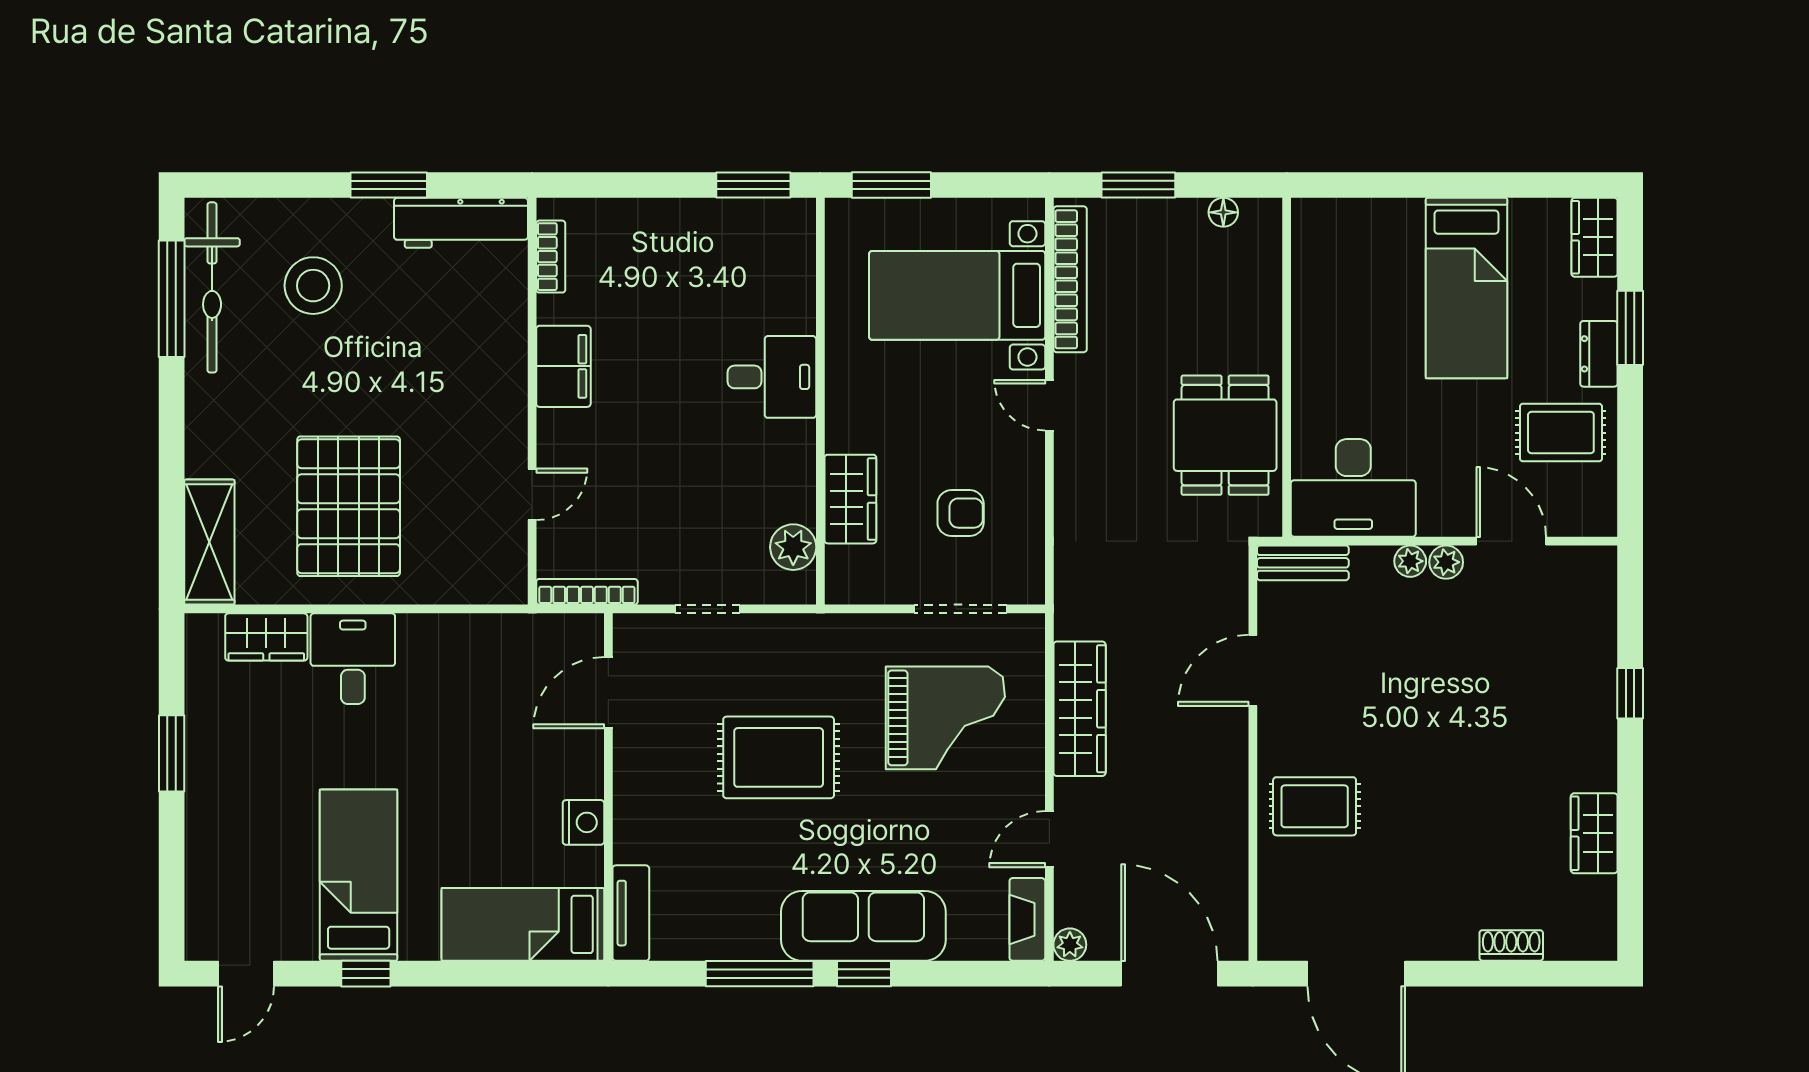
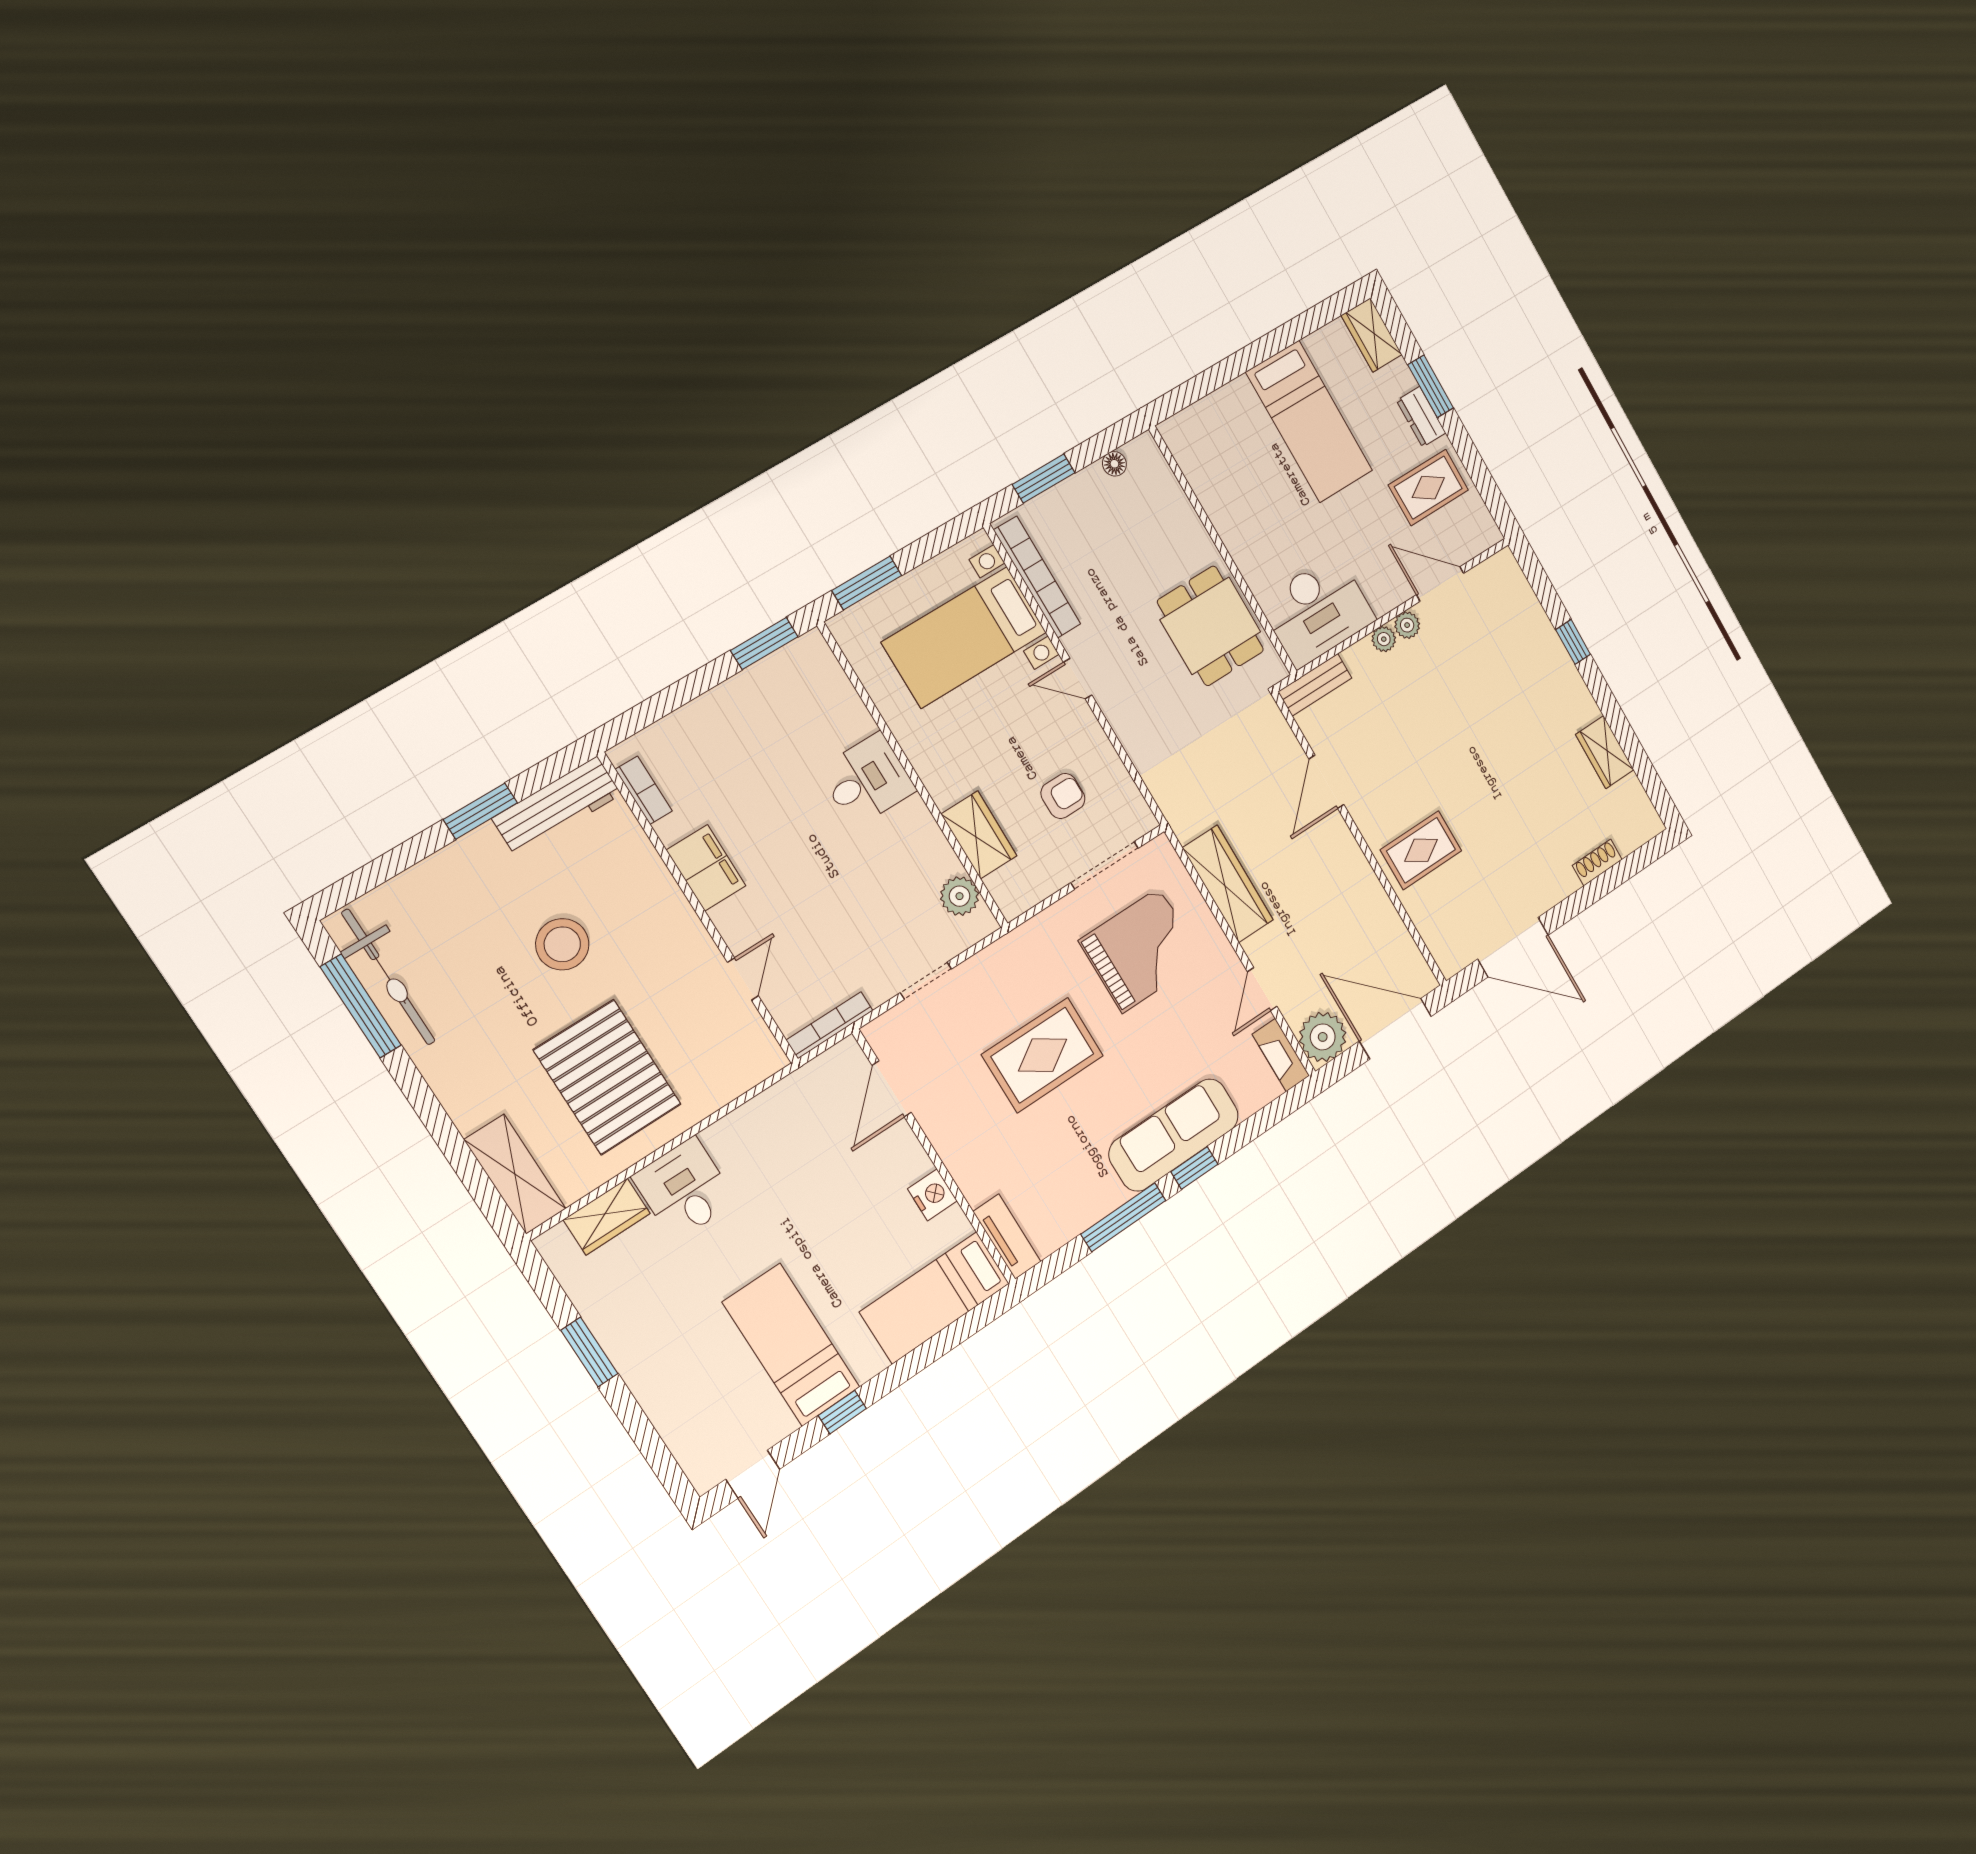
stool: (313, 286) -> (562, 944), moved
plant: (1070, 945) -> (1323, 1037), width x1.87, depth x1.87

